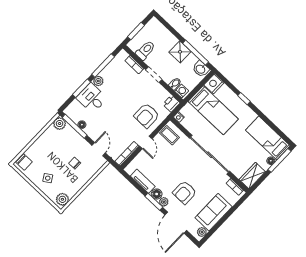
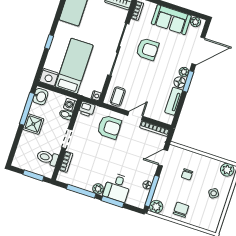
chair: (24, 162) -> (181, 210), moved
armchair: (185, 192) -> (147, 49), moved

